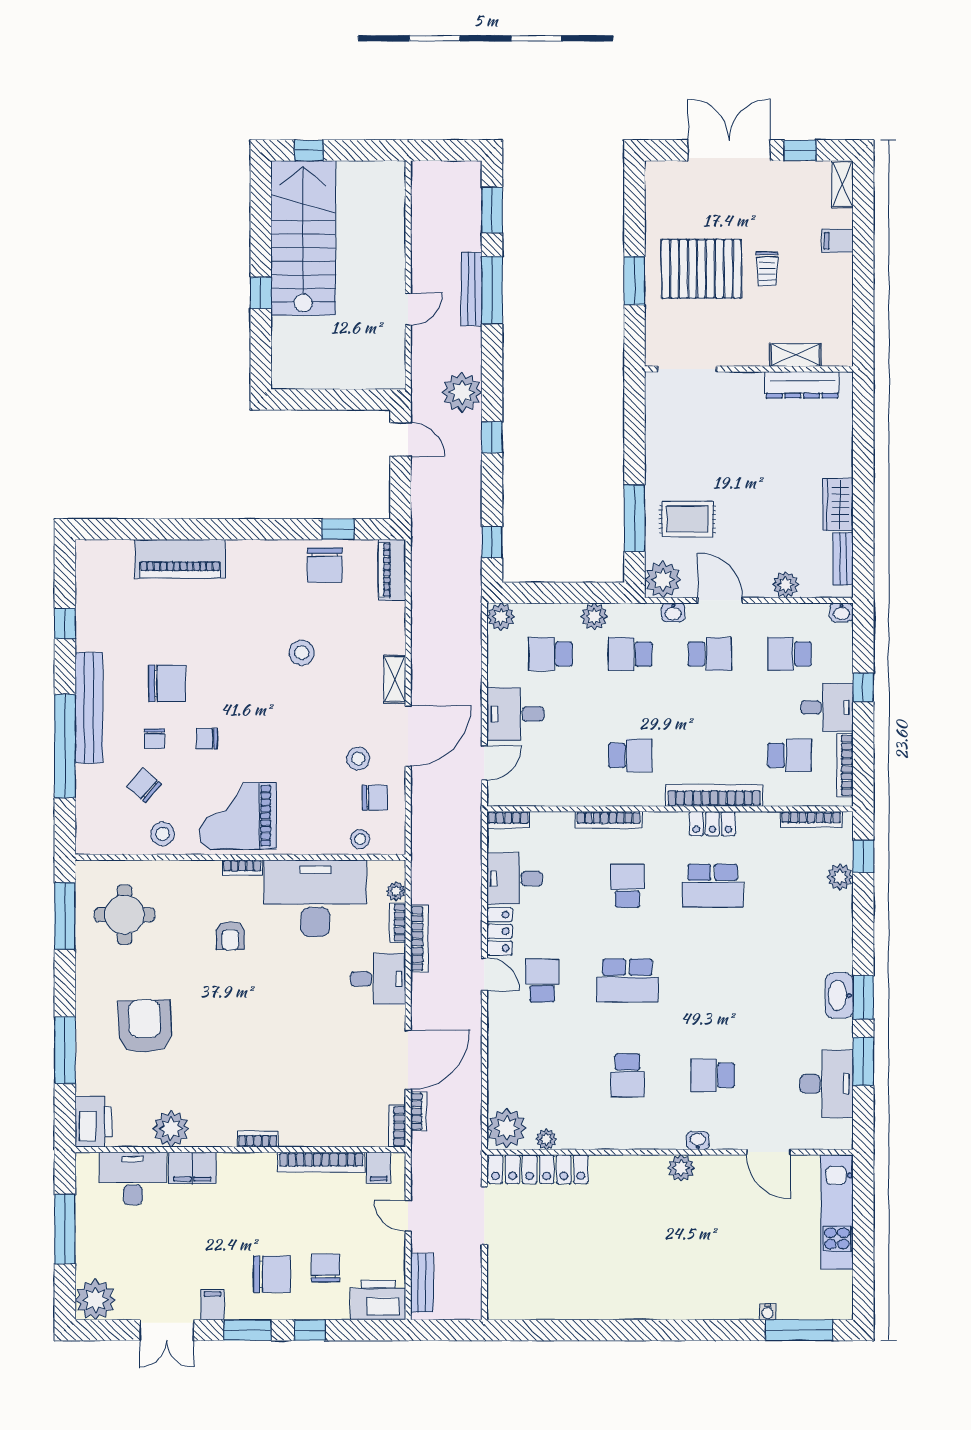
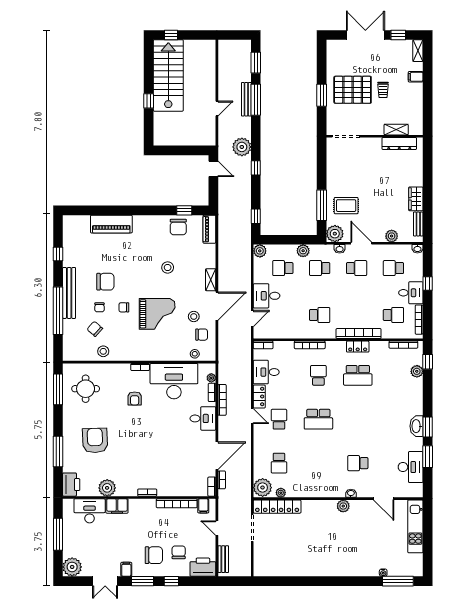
grand piano: (238, 816) -> (157, 314), moved, turned 180
school desk: (627, 1075) -> (279, 463), moved

